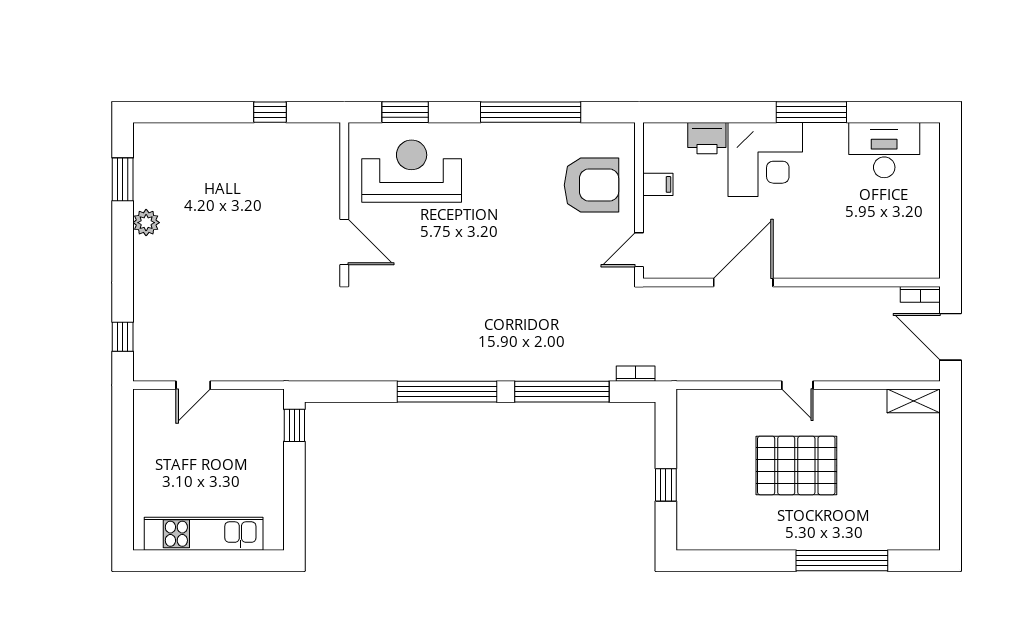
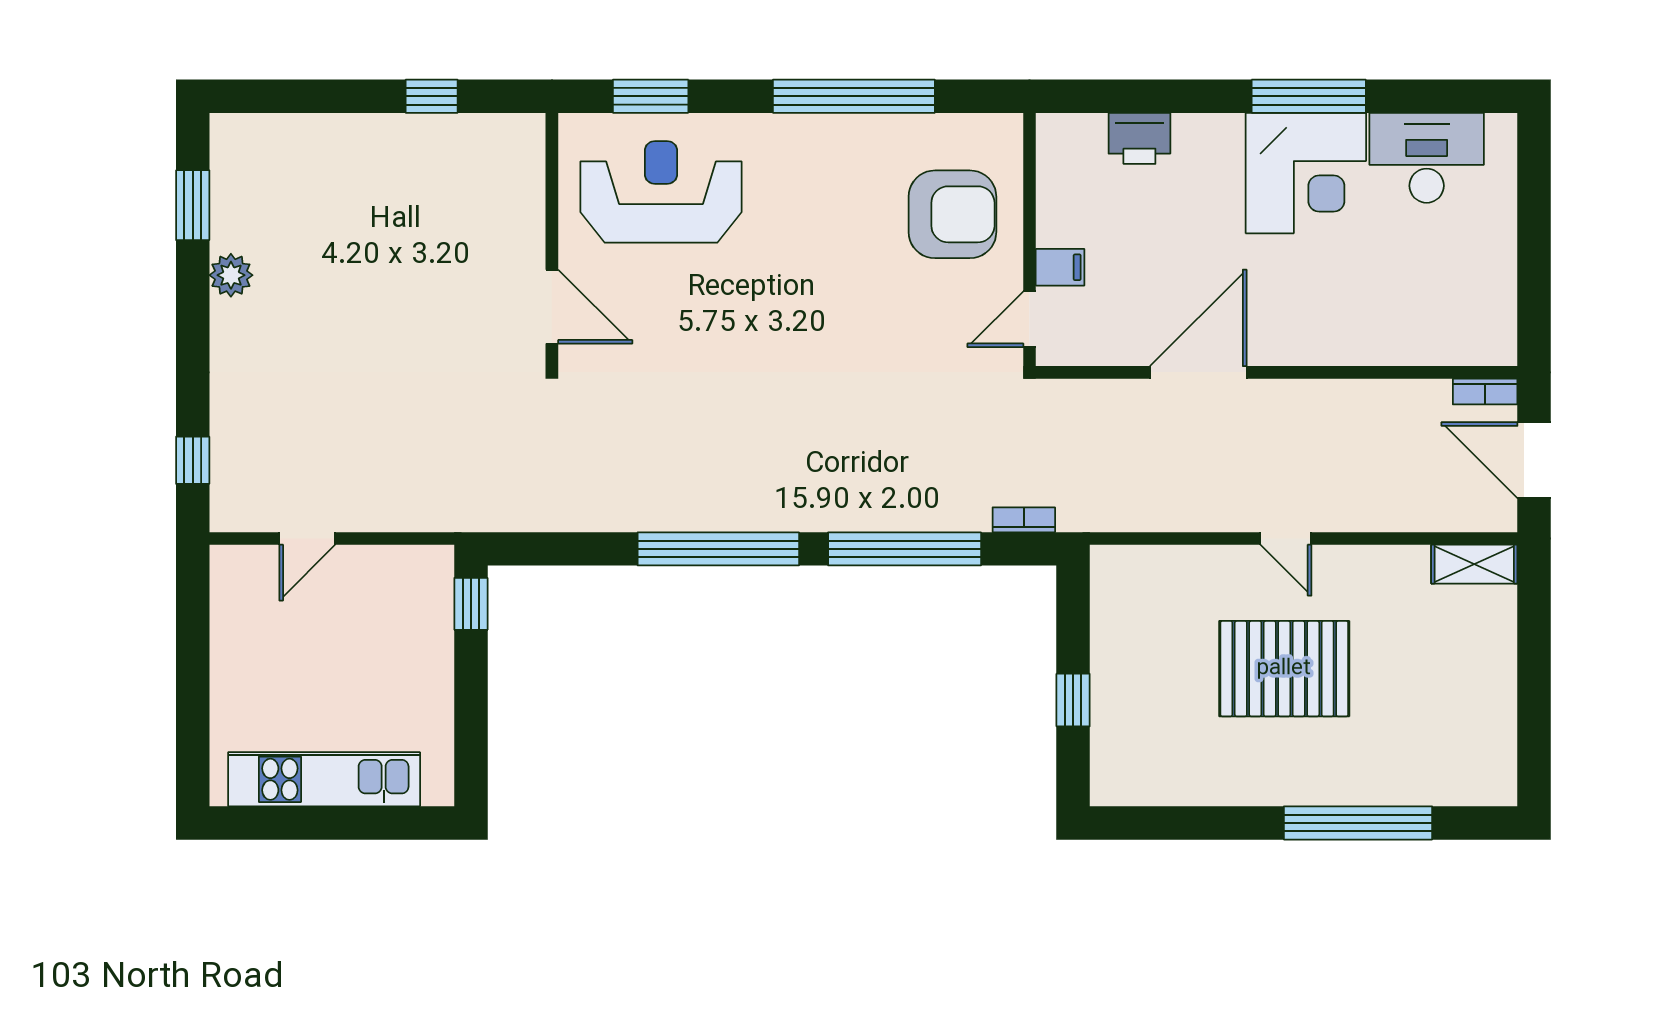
corner desk: (765, 160) -> (1306, 173), moved
filing cabinet: (658, 184) -> (1060, 267), moved

